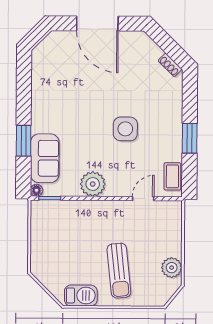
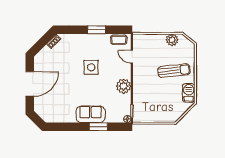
sofa: (45, 158) -> (91, 114), moved

